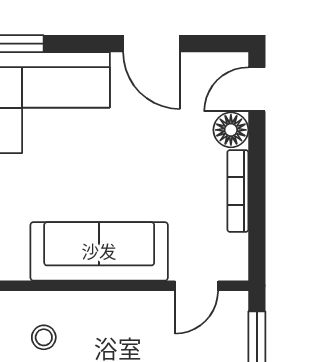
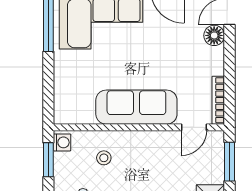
bookcase: (238, 191) -> (218, 100), moved

